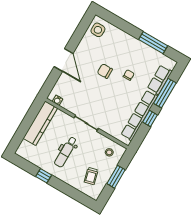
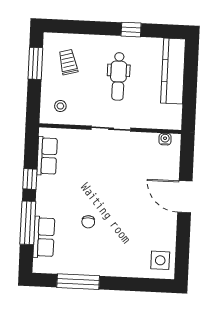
chair: (105, 71) -> (122, 211), removed
row of seats: (139, 115) -> (47, 156), width x0.50
kitchen counter: (40, 123) -> (173, 71), moved
dental chair: (66, 152) -> (118, 76), turned 180
window: (116, 177) -> (35, 63), moved

